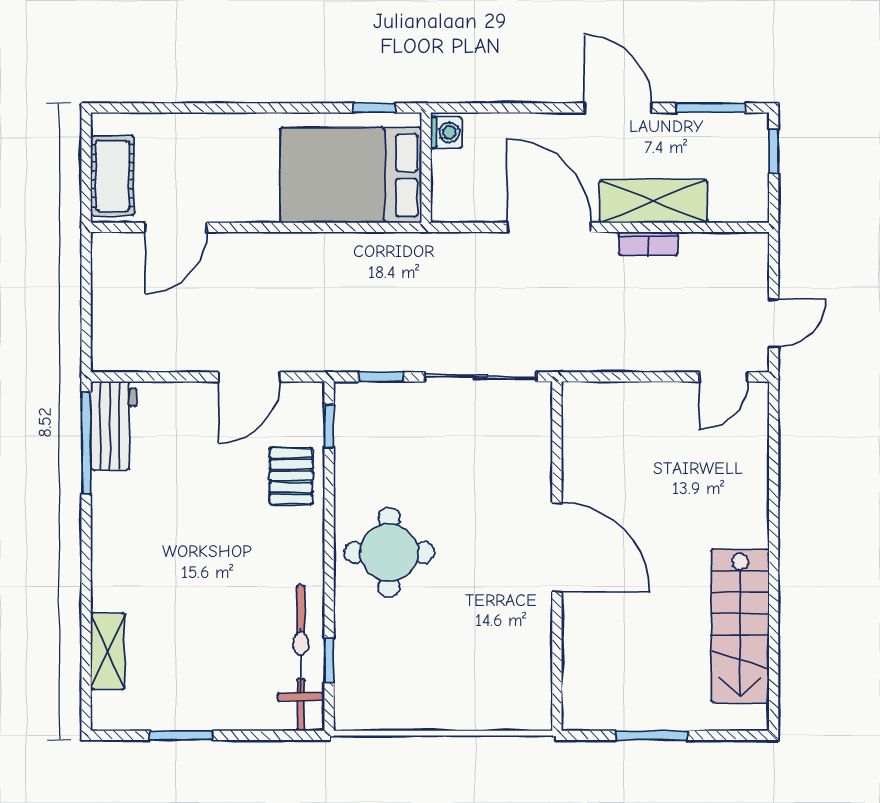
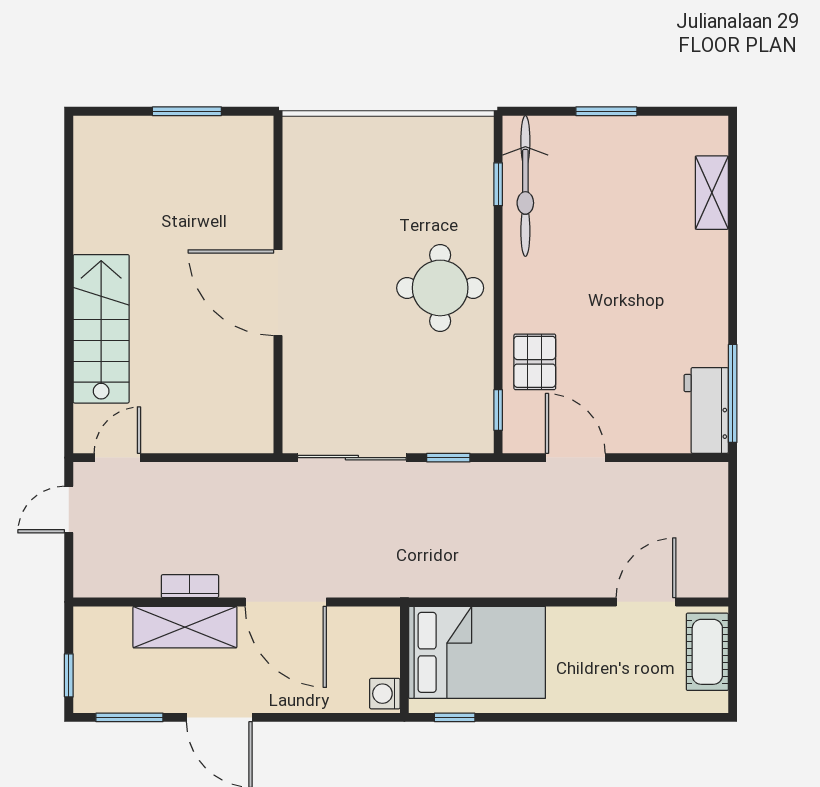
door: (249, 377) -> (575, 458), hinge flipped
stairs: (740, 626) -> (101, 329), moved
window: (181, 735) -> (606, 111), moved

